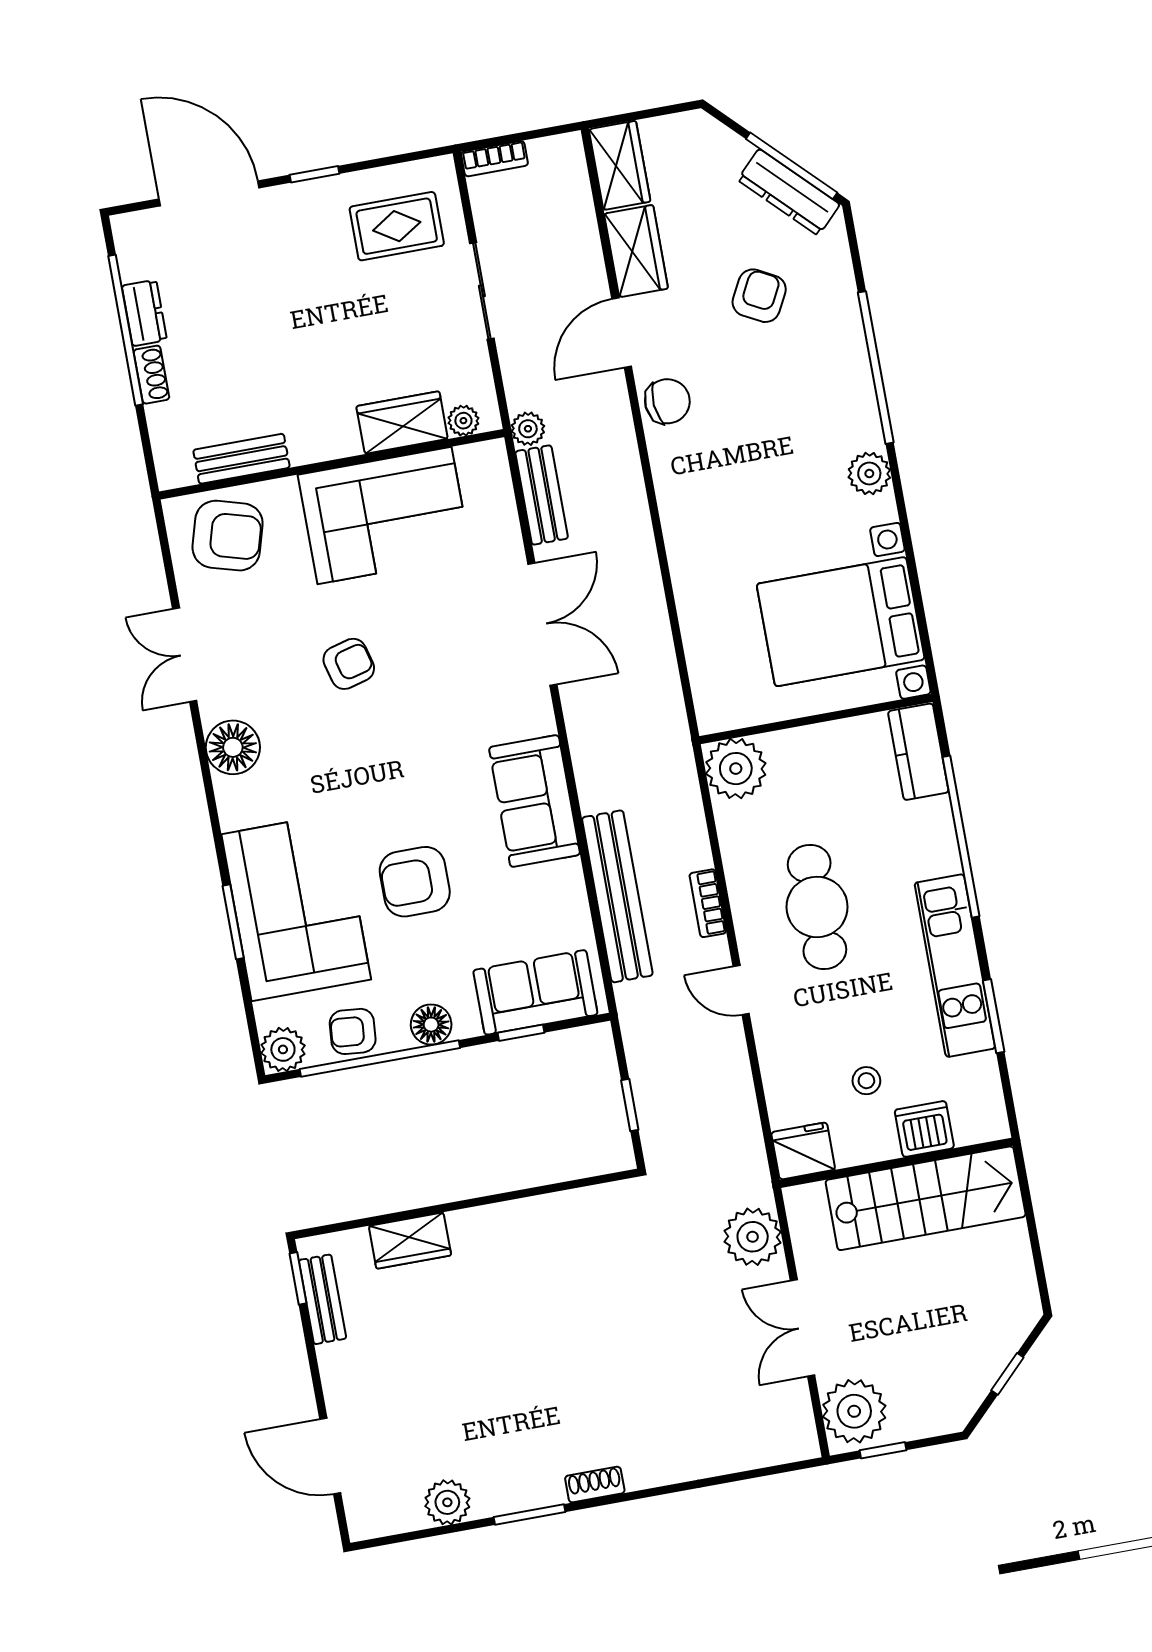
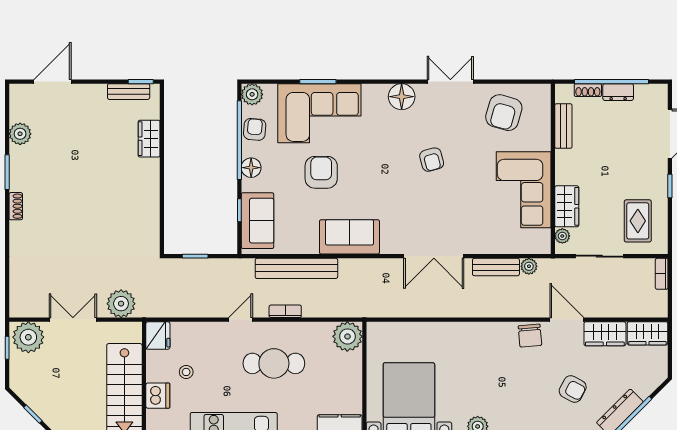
plant: (463, 421) -> (562, 236), moved
wardrobe: (402, 423) -> (567, 206), moved
bench: (241, 459) -> (563, 126), moved
wall: (332, 464) -> (553, 169), moved
corner sofa: (385, 515) -> (524, 190), moved

